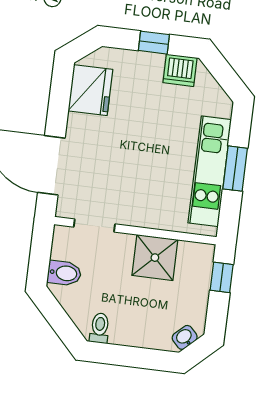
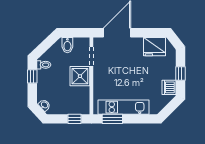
window: (235, 169) -> (112, 119), moved
shower: (155, 258) -> (80, 76), moved
window: (121, 355) -> (32, 76), added

